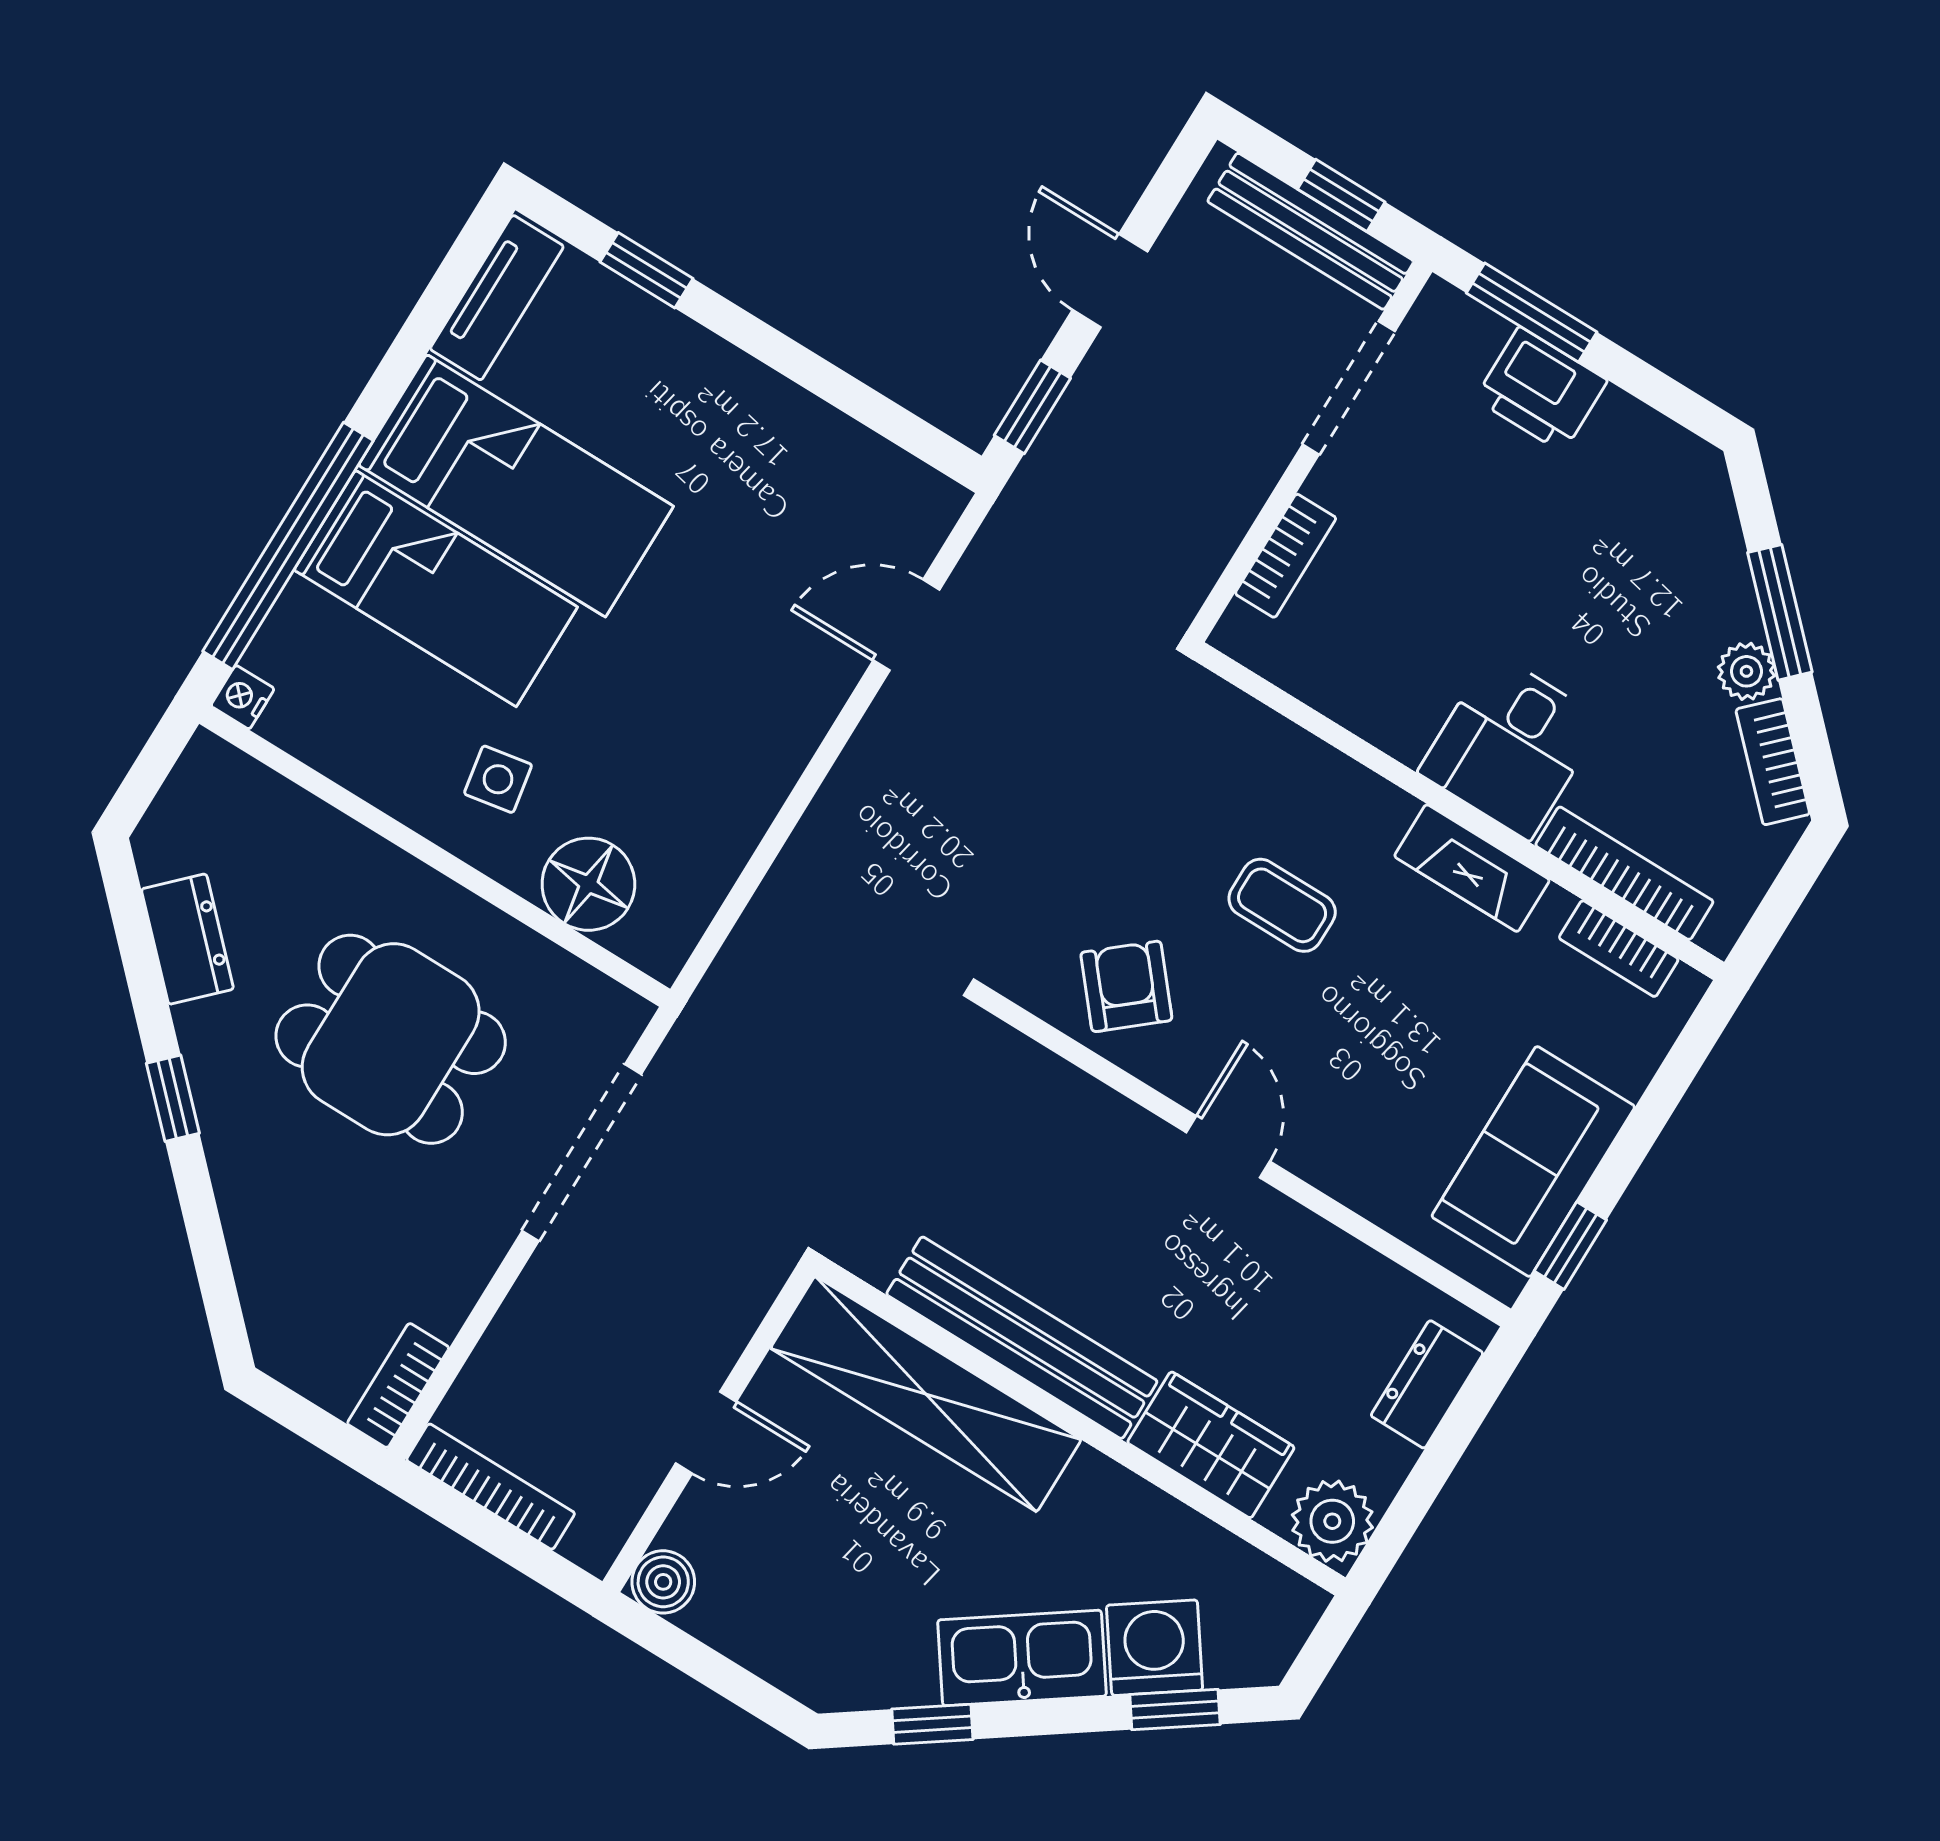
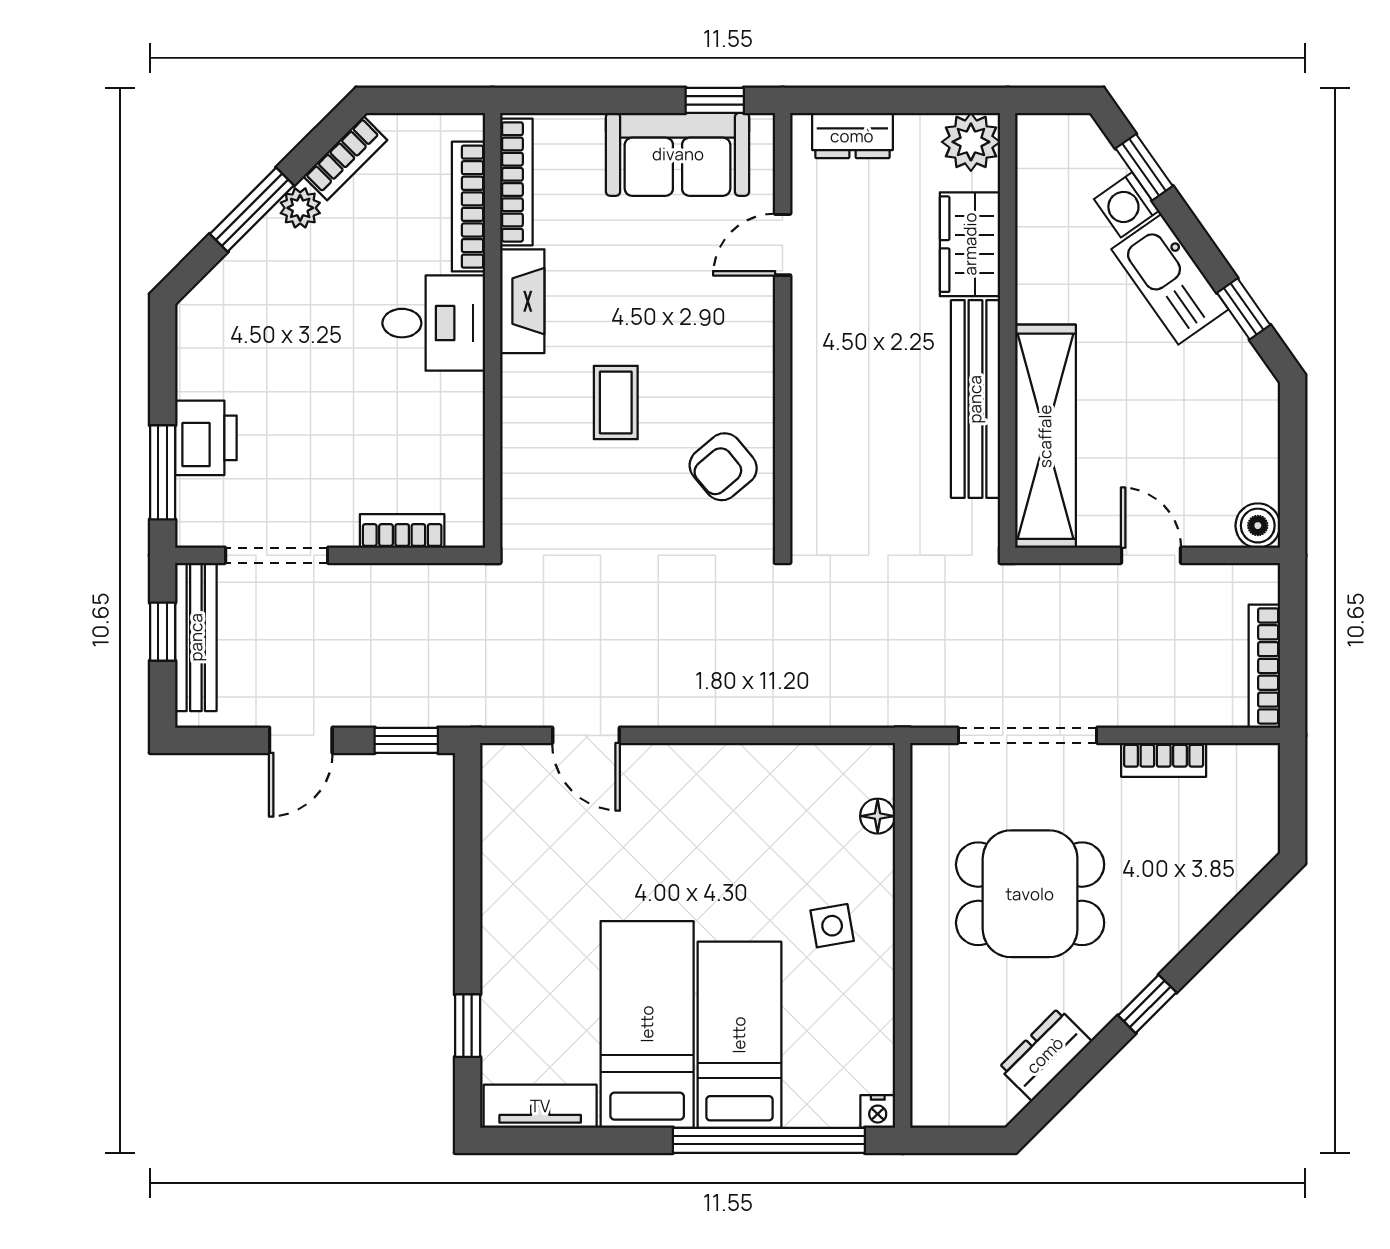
floor lamp: (588, 884) -> (878, 816), width x0.53, depth x0.53
bookcase: (1619, 949) -> (516, 182), width x1.56
dining table: (391, 1039) -> (1030, 894), turned 90
door: (1228, 1147) -> (783, 245), moved
bookcase: (398, 1386) -> (1164, 760), moved
washing machine: (1155, 1648) -> (1127, 205), width x0.73, depth x0.73

